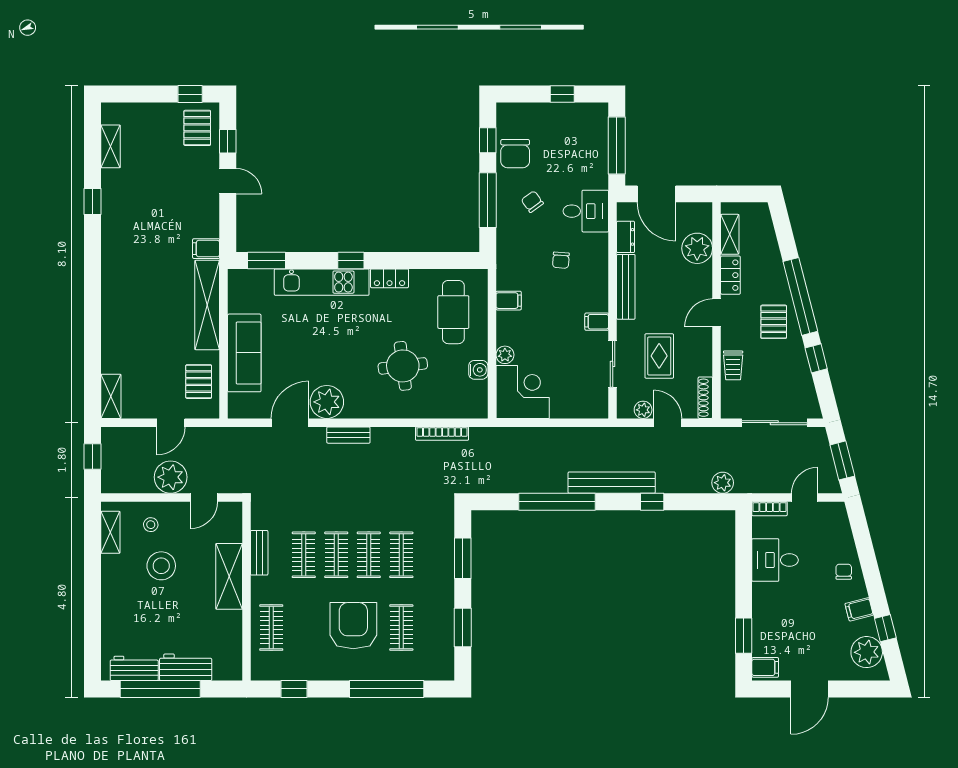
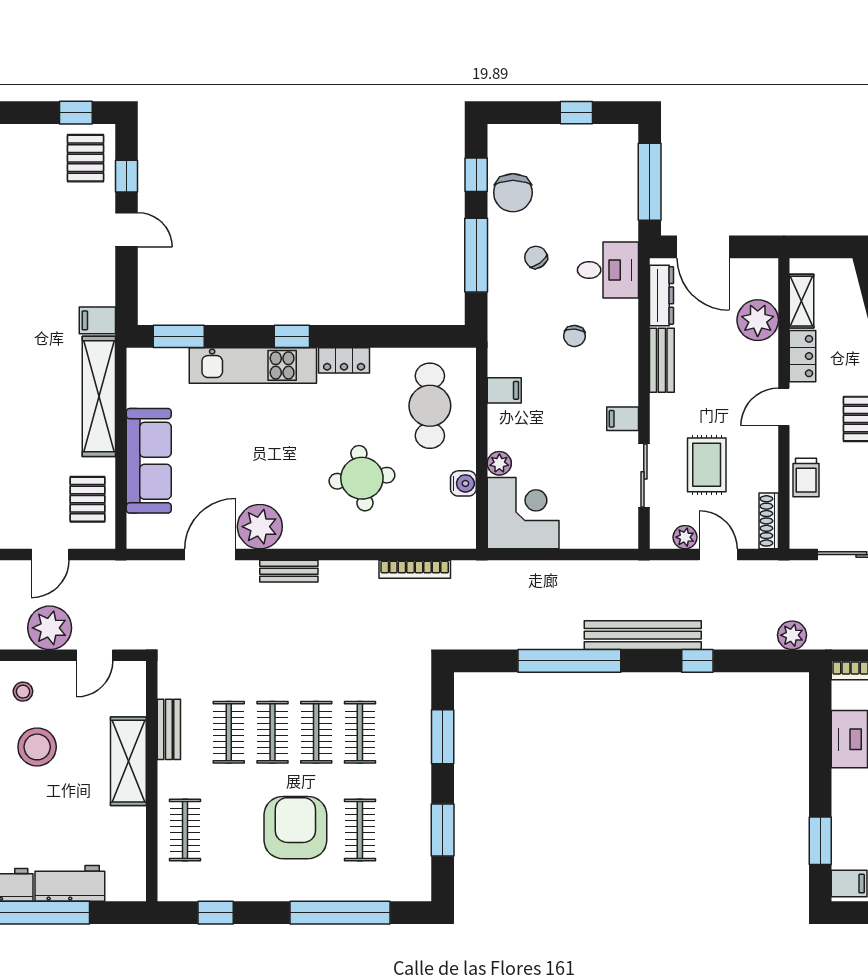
dresser: (626, 237) -> (661, 295), width x1.44
bench: (626, 287) -> (662, 360), width x0.73

